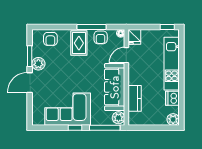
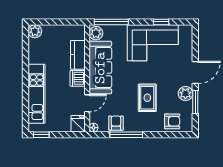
armchair: (50, 39) -> (172, 121), turned 90
rug: (79, 43) -> (147, 98), moved
dishwasher: (172, 98) -> (78, 78), moved, turned 180
window: (75, 128) -> (161, 22), moved

